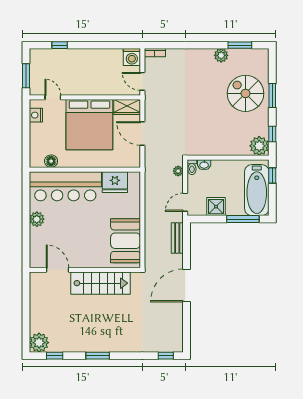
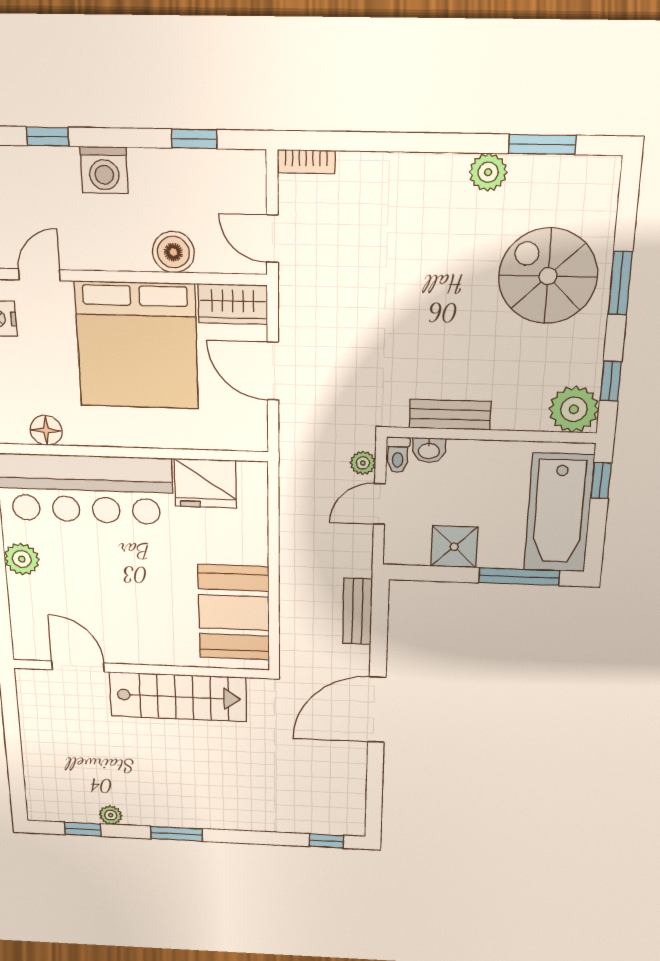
window: (114, 45) -> (194, 139), added
washing machine: (132, 57) -> (104, 170), moved
boiler: (105, 87) -> (173, 252), added
door: (53, 97) -> (39, 275), hinge flipped
bench: (212, 150) -> (450, 415), added
door: (185, 202) -> (379, 504), moved
plant: (39, 343) -> (111, 815), moved, width x0.53, depth x0.53

